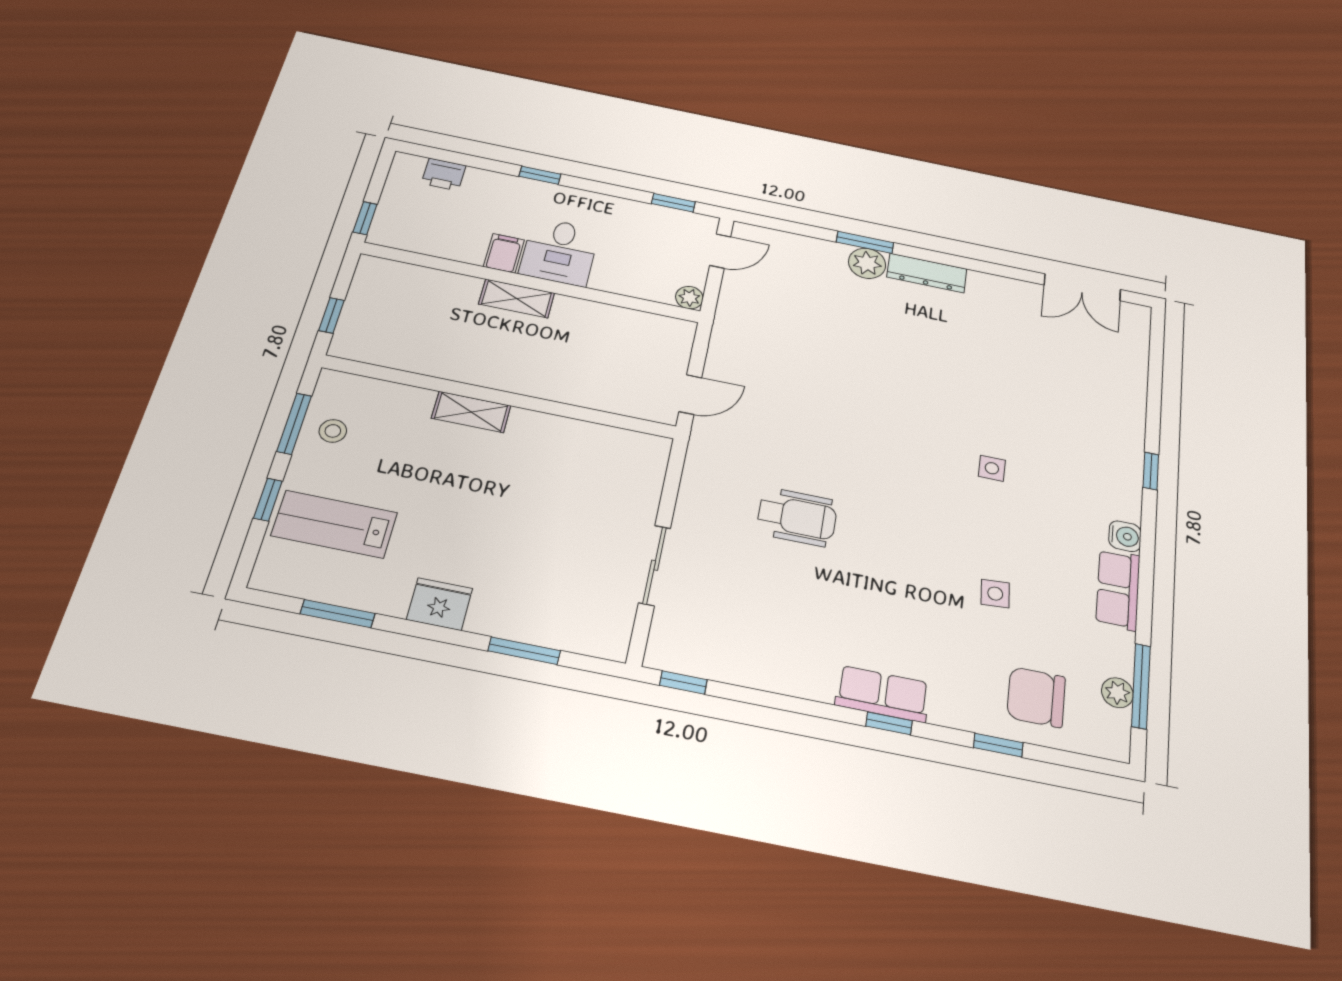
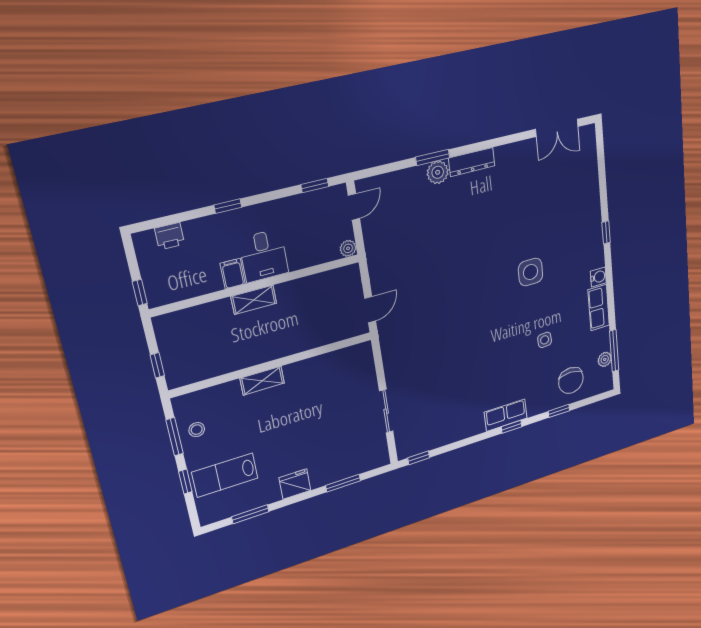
side table: (992, 468) -> (531, 272), width x1.87, depth x1.87
wheelchair: (797, 517) -> (445, 350), removed
chair: (1036, 697) -> (571, 380), turned -90

